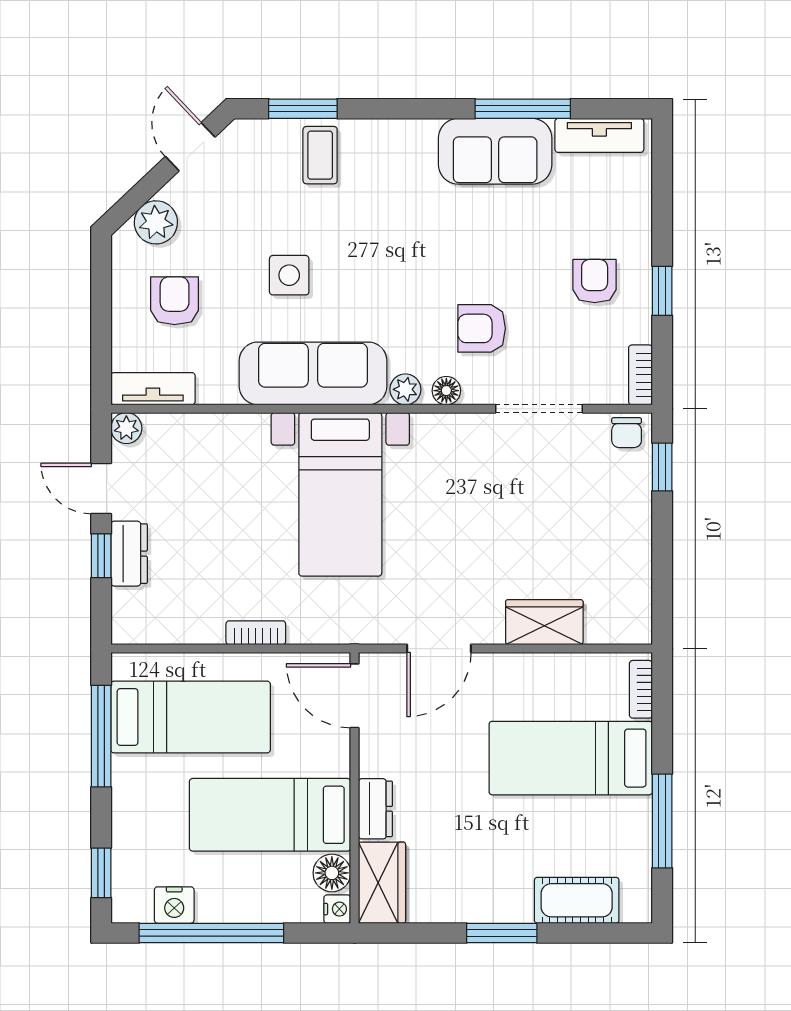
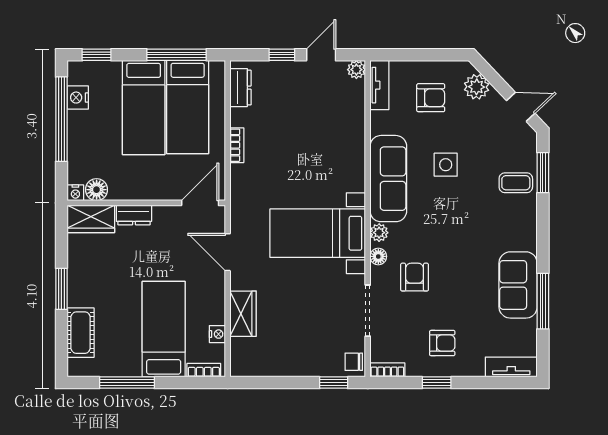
tv unit: (599, 135) -> (511, 367), moved, turned 90
bed with nightstands: (340, 494) -> (318, 233), moved
dresser: (129, 554) -> (241, 88), moved, turned -90
nightstand: (579, 666) -> (217, 334), added
bed: (270, 815) -> (144, 108), moved, turned 180

